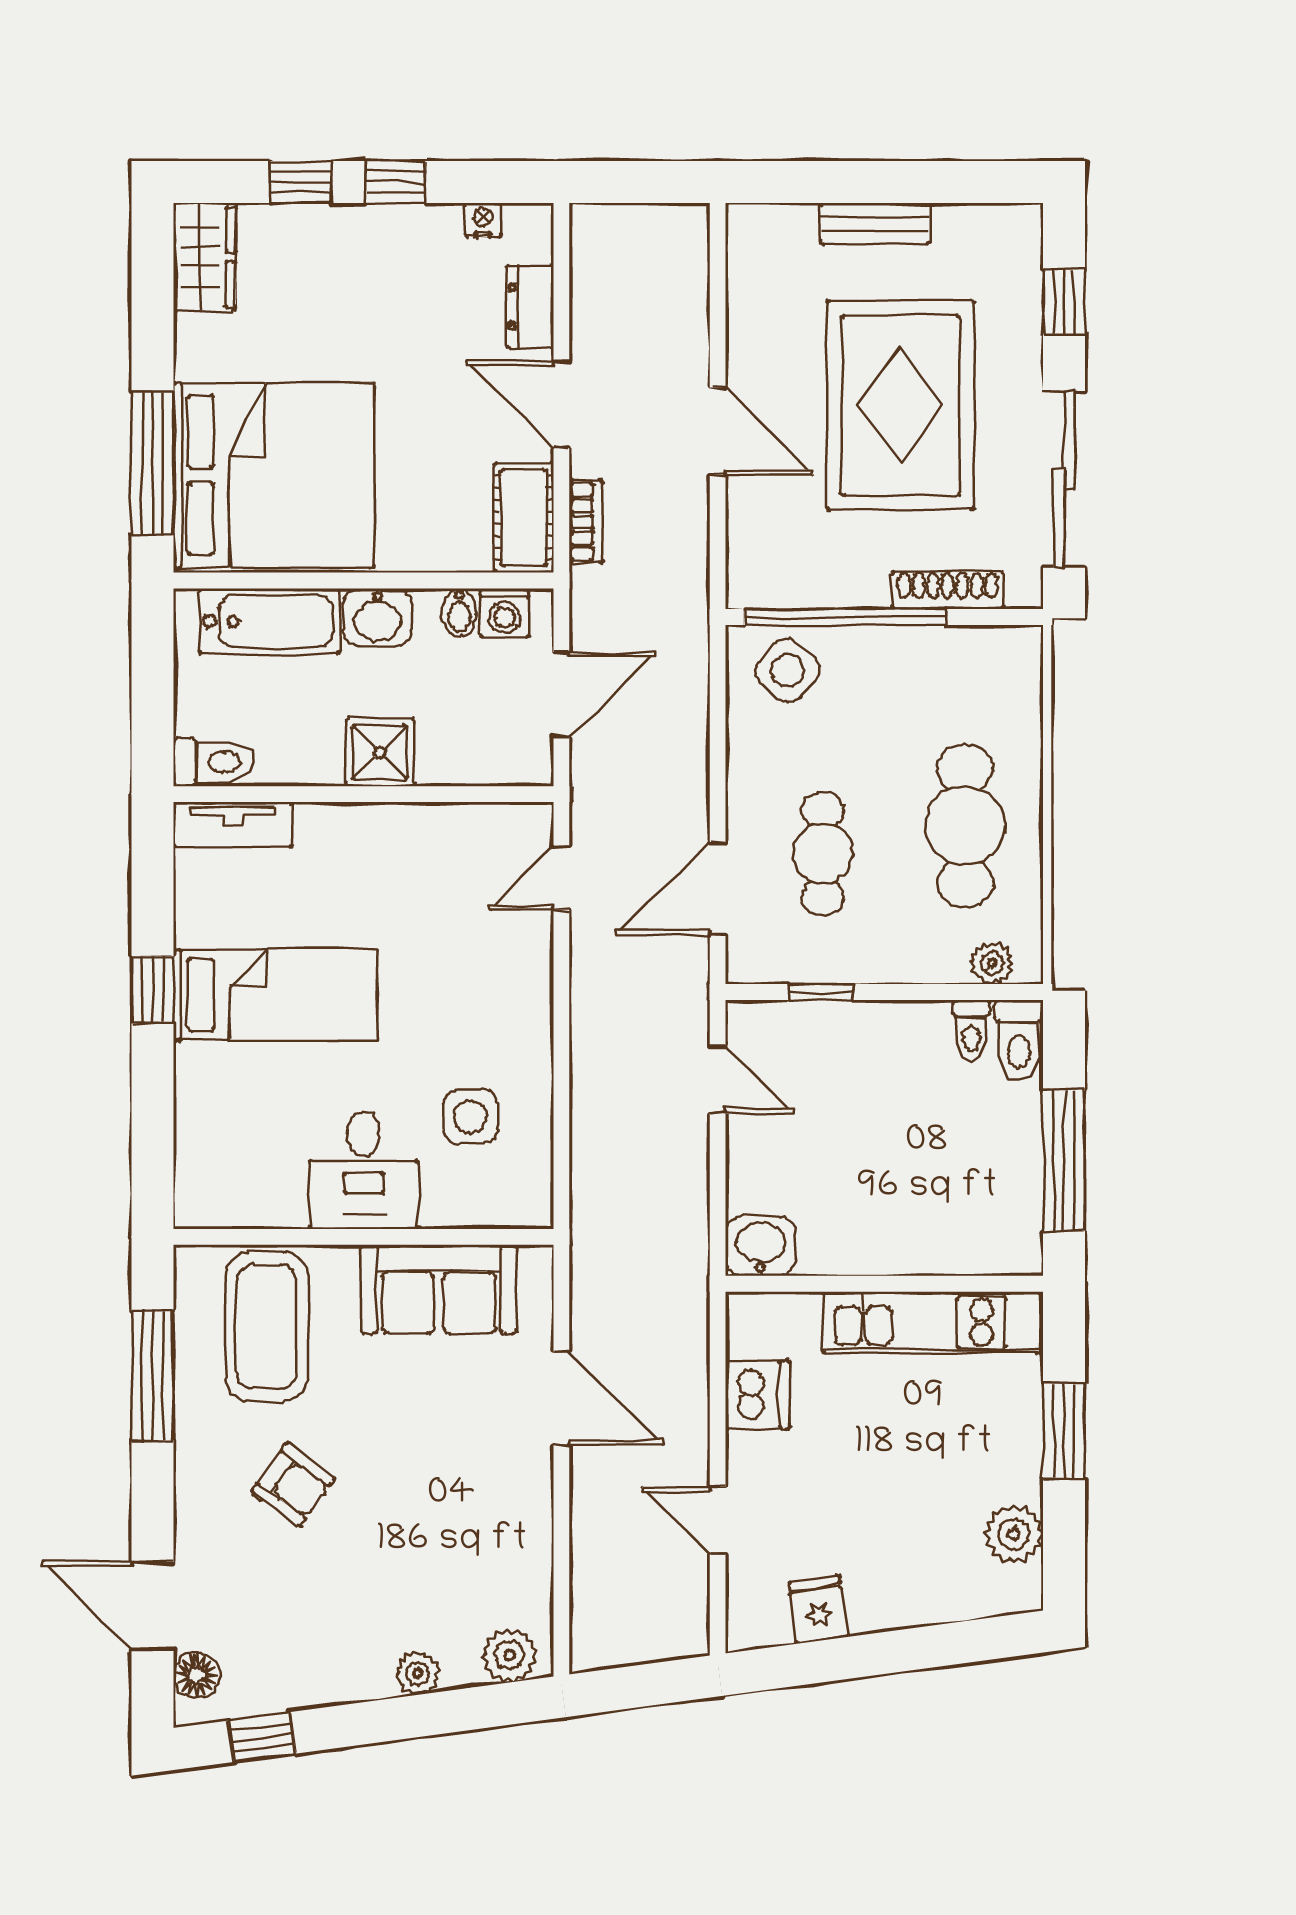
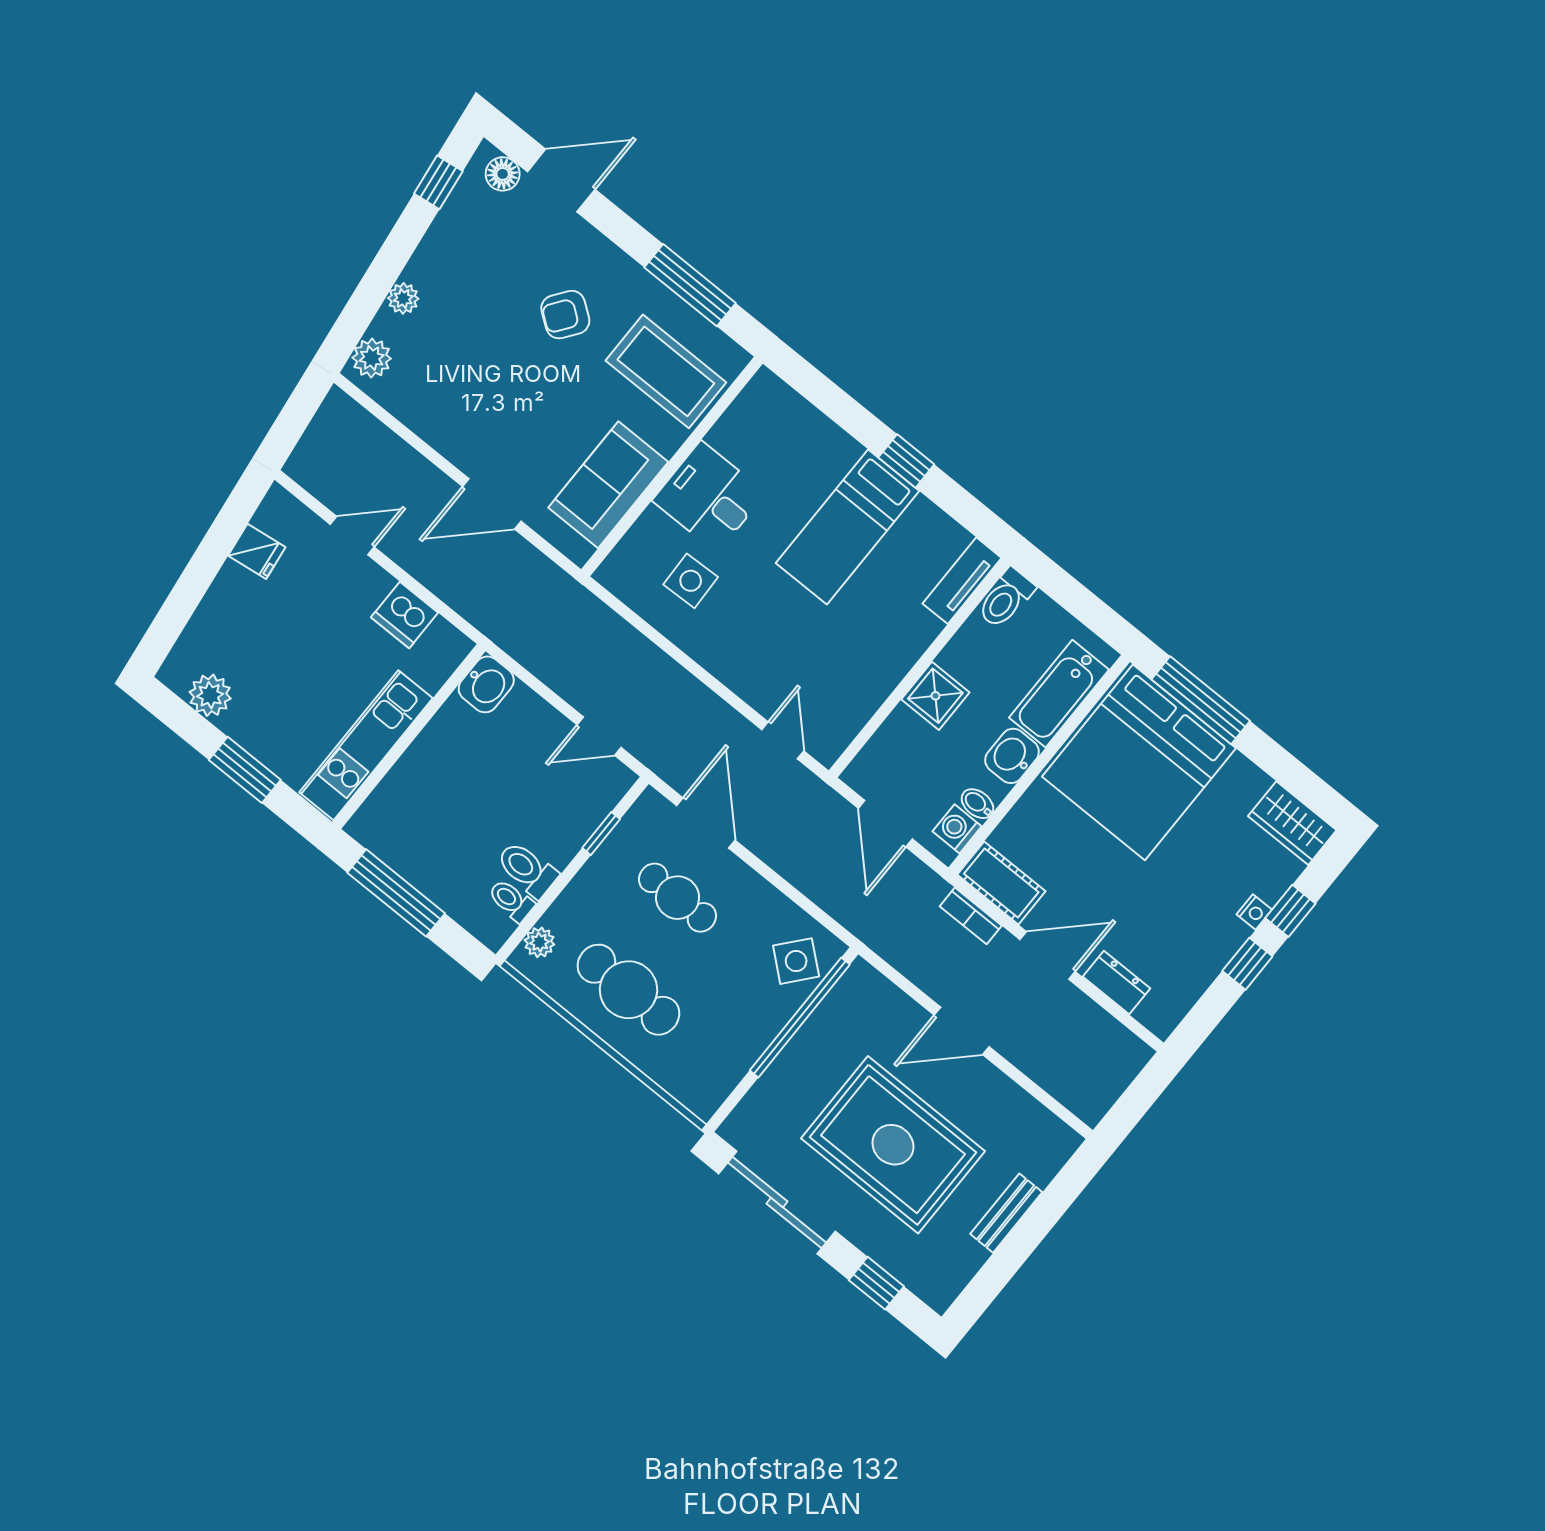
nightstand: (483, 220) -> (1254, 912), moved
shoe rack: (948, 590) -> (768, 1087), removed
toilet: (1019, 1040) -> (527, 869), moved

